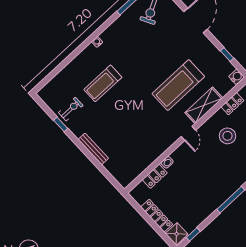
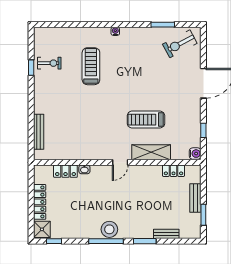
treadmill: (103, 83) -> (91, 66), turned 90
treadmill: (178, 85) -> (146, 120), width x0.73, depth x0.73
stool: (227, 136) -> (109, 229), moved
bench: (93, 149) -> (39, 132), moved

